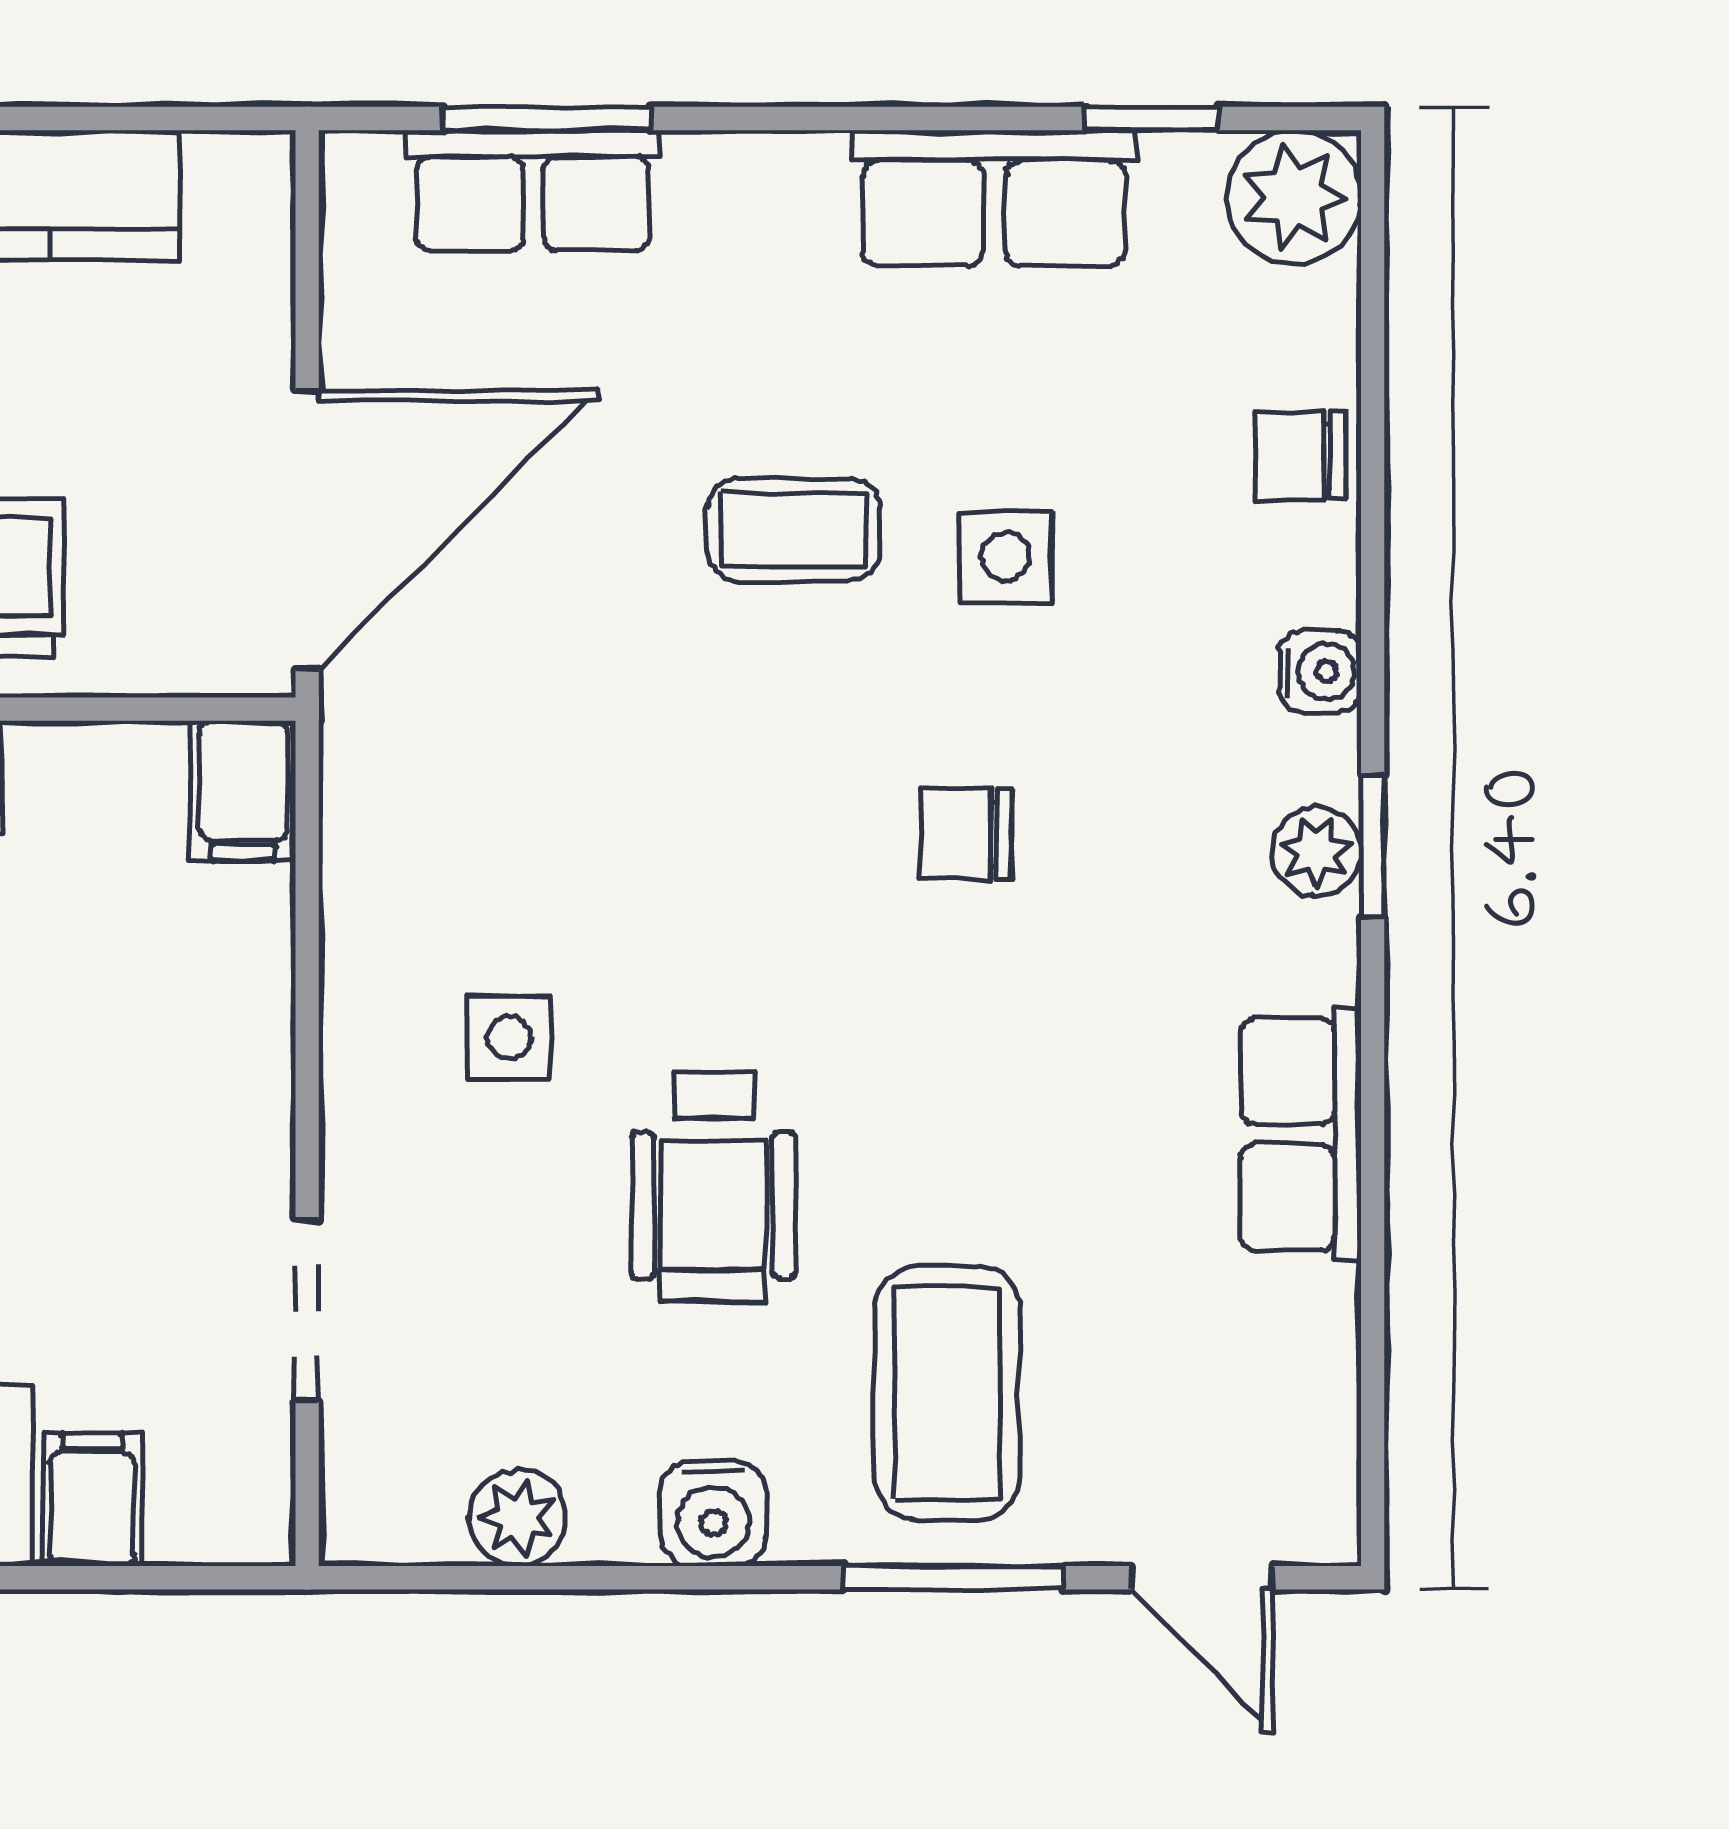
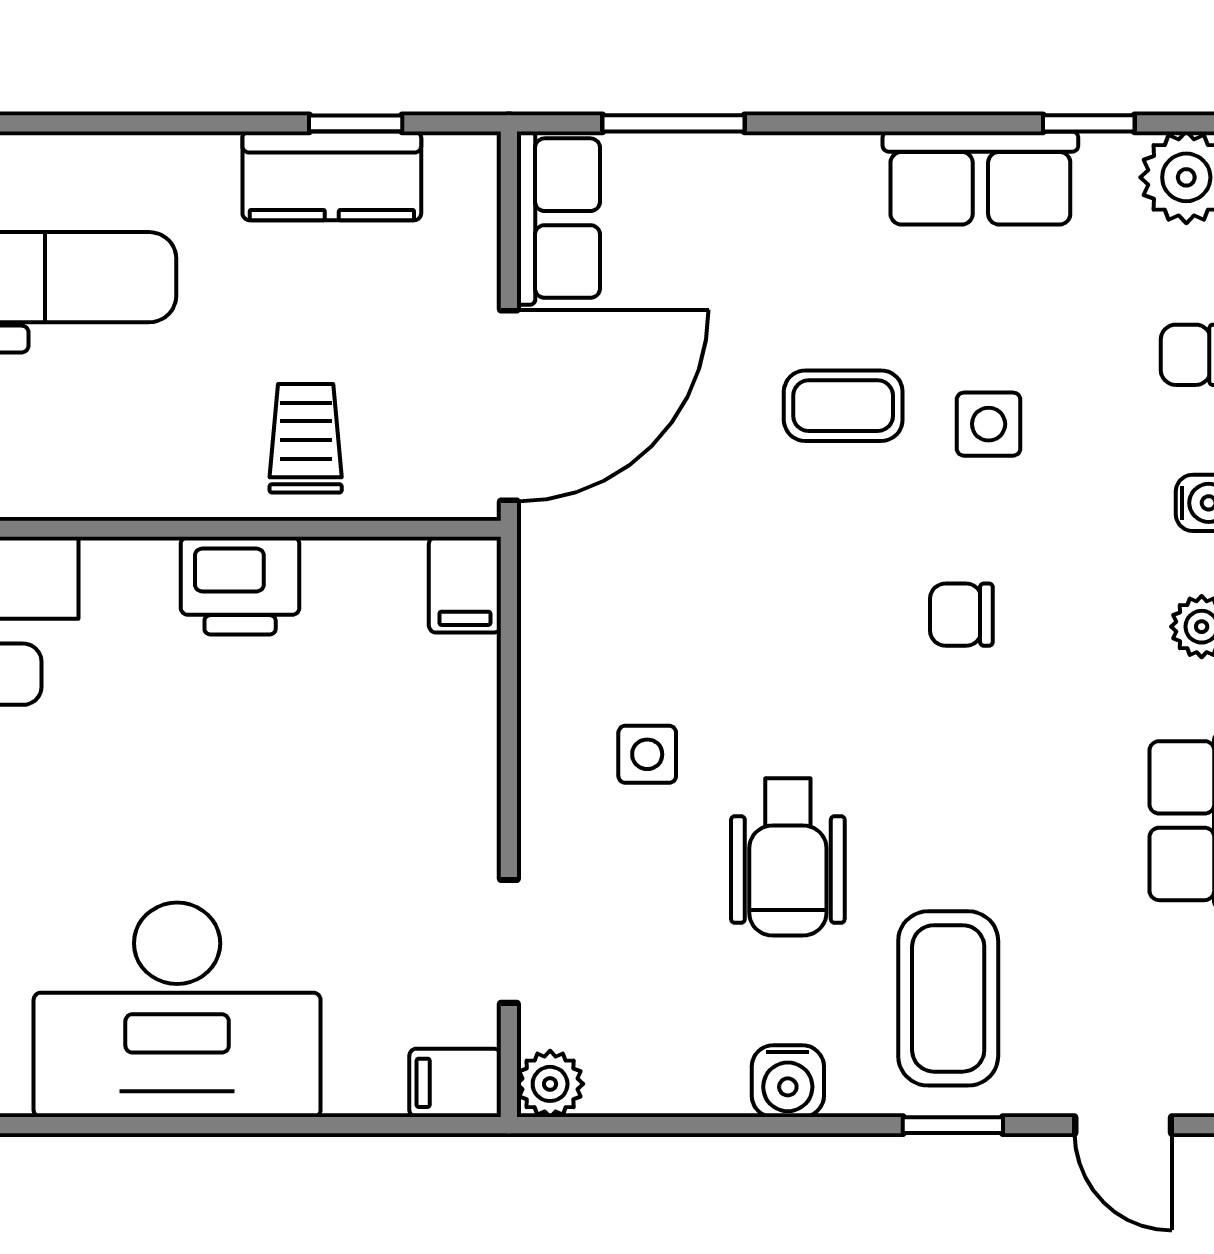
window: (84, 119) -> (356, 123), added
row of seats: (533, 191) -> (558, 218), moved, turned -90
filing cabinet: (92, 1499) -> (455, 1083), moved, turned -90
plant: (518, 1518) -> (550, 1084), moved
window: (954, 1578) -> (953, 1125), width x0.67

